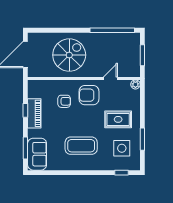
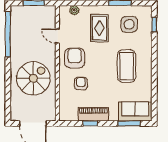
spiral stairs: (69, 55) -> (33, 78), turned 90
plant: (135, 84) -> (74, 10), moved
armchair: (89, 95) -> (75, 58), turned 180

